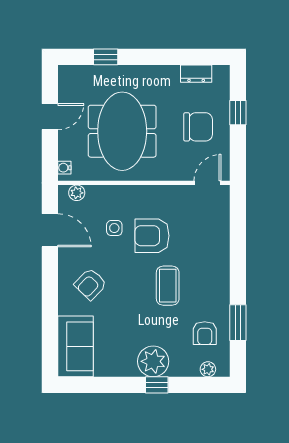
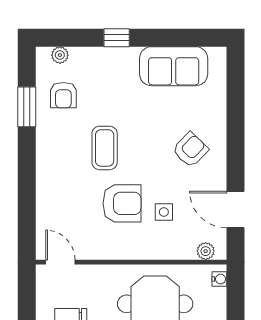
door: (207, 183) -> (60, 262), swing flipped
armchair: (205, 333) -> (63, 95), turned 180
sofa: (75, 346) -> (174, 66), moved, turned -90
plant: (153, 361) -> (121, 64), removed

